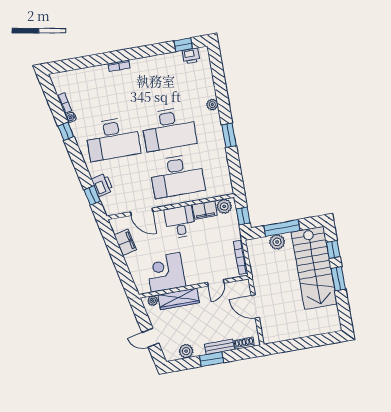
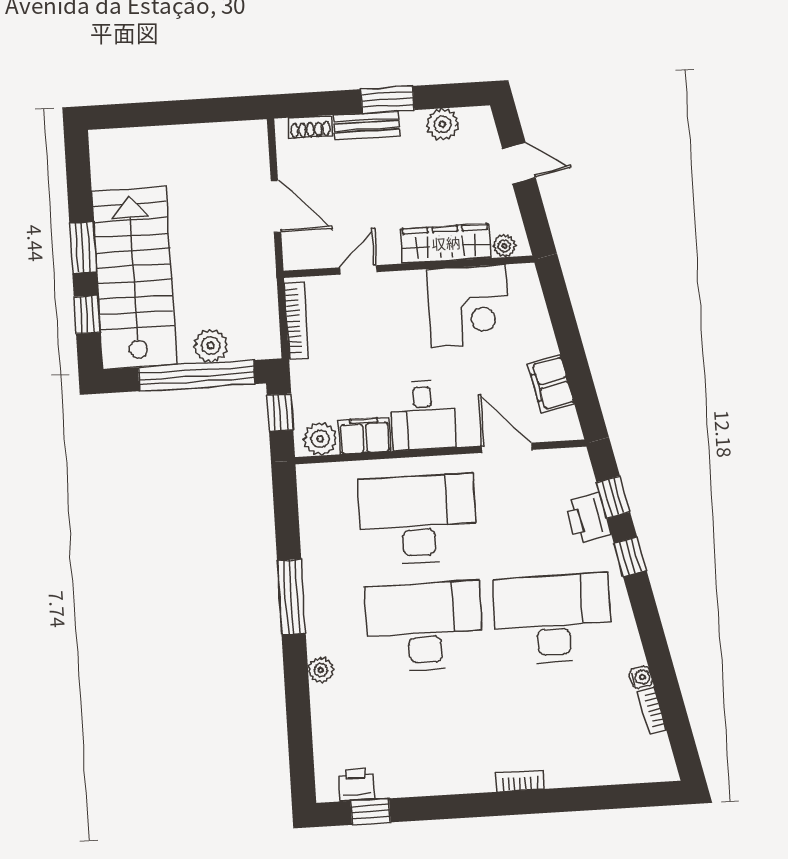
window: (66, 131) -> (630, 557), moved
window: (229, 135) -> (291, 597), width x1.44
window: (282, 228) -> (196, 376), width x1.46

